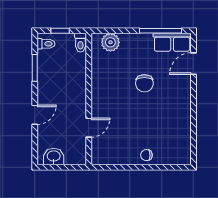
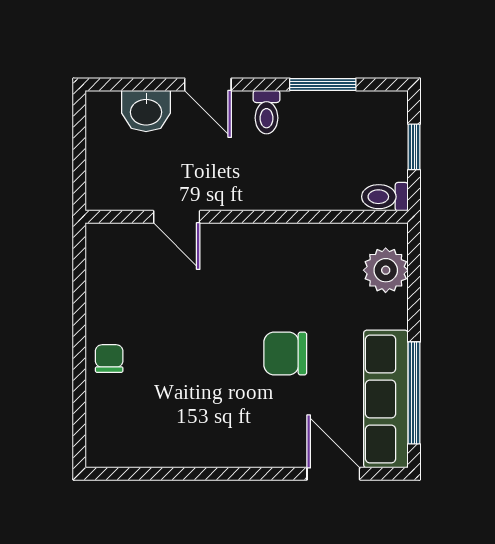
row of seats: (172, 42) -> (386, 399), width x1.48
toilet: (46, 44) -> (267, 112), moved
washbasin: (54, 156) -> (146, 111), moved, turned 90

